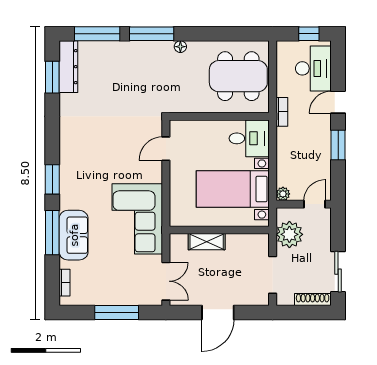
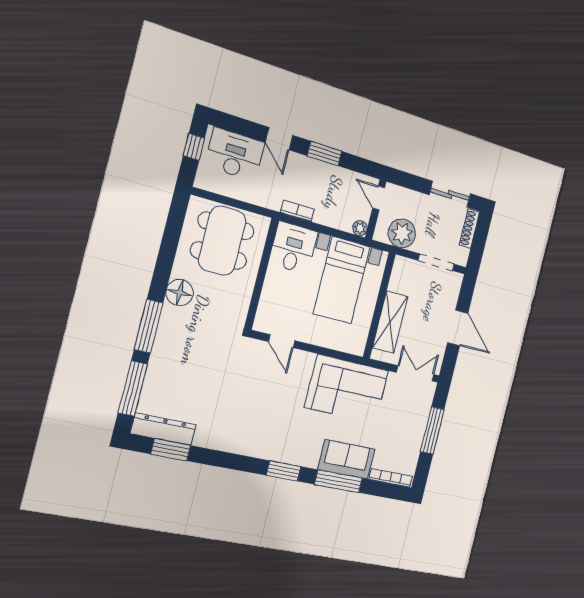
floor lamp: (180, 47) -> (180, 293), width x1.89, depth x1.89
bookcase: (282, 112) -> (297, 211), moved
shelving: (207, 242) -> (390, 322), width x1.50, depth x1.33
bookcase: (65, 283) -> (391, 478), width x1.56

